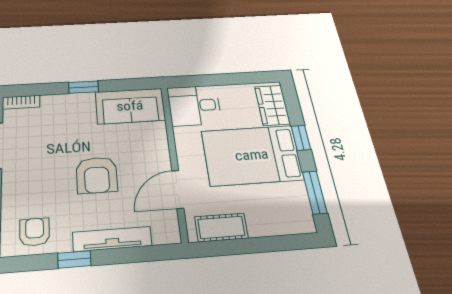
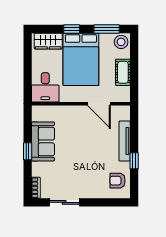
sofa: (130, 106) -> (43, 141), moved
armchair: (97, 175) -> (87, 147), removed
stool: (297, 218) -> (121, 42), added
cot: (221, 227) -> (123, 72), moved

